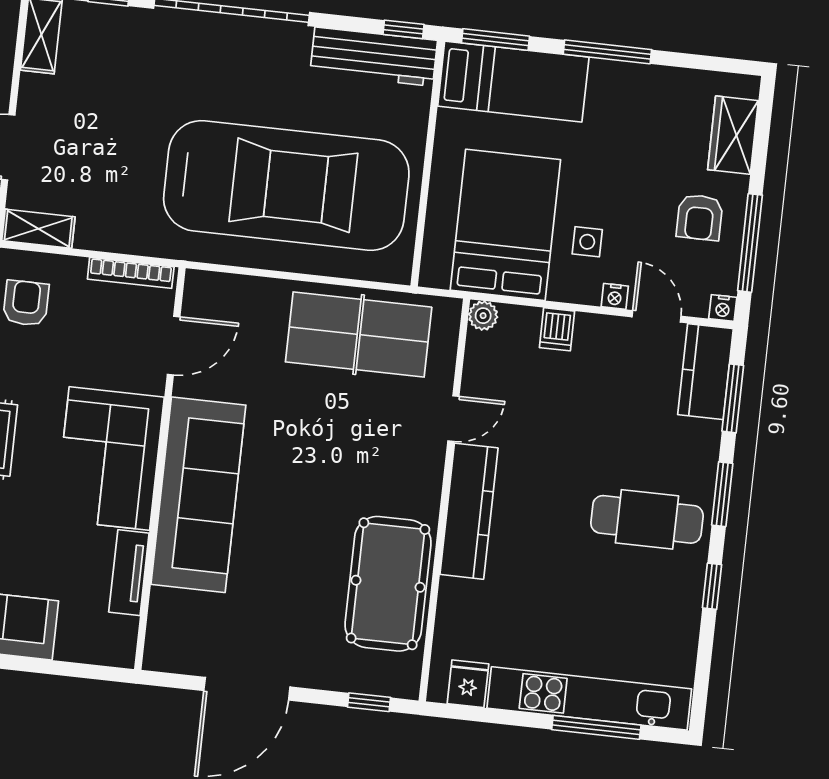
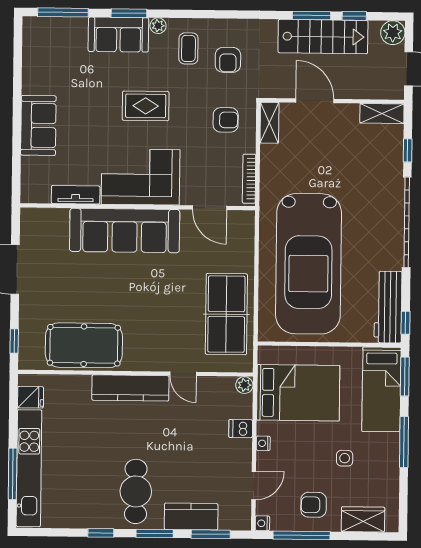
side table: (587, 242) -> (345, 458), moved
nightstand: (615, 296) -> (263, 443), moved
kitchen counter: (706, 372) -> (191, 517), moved

